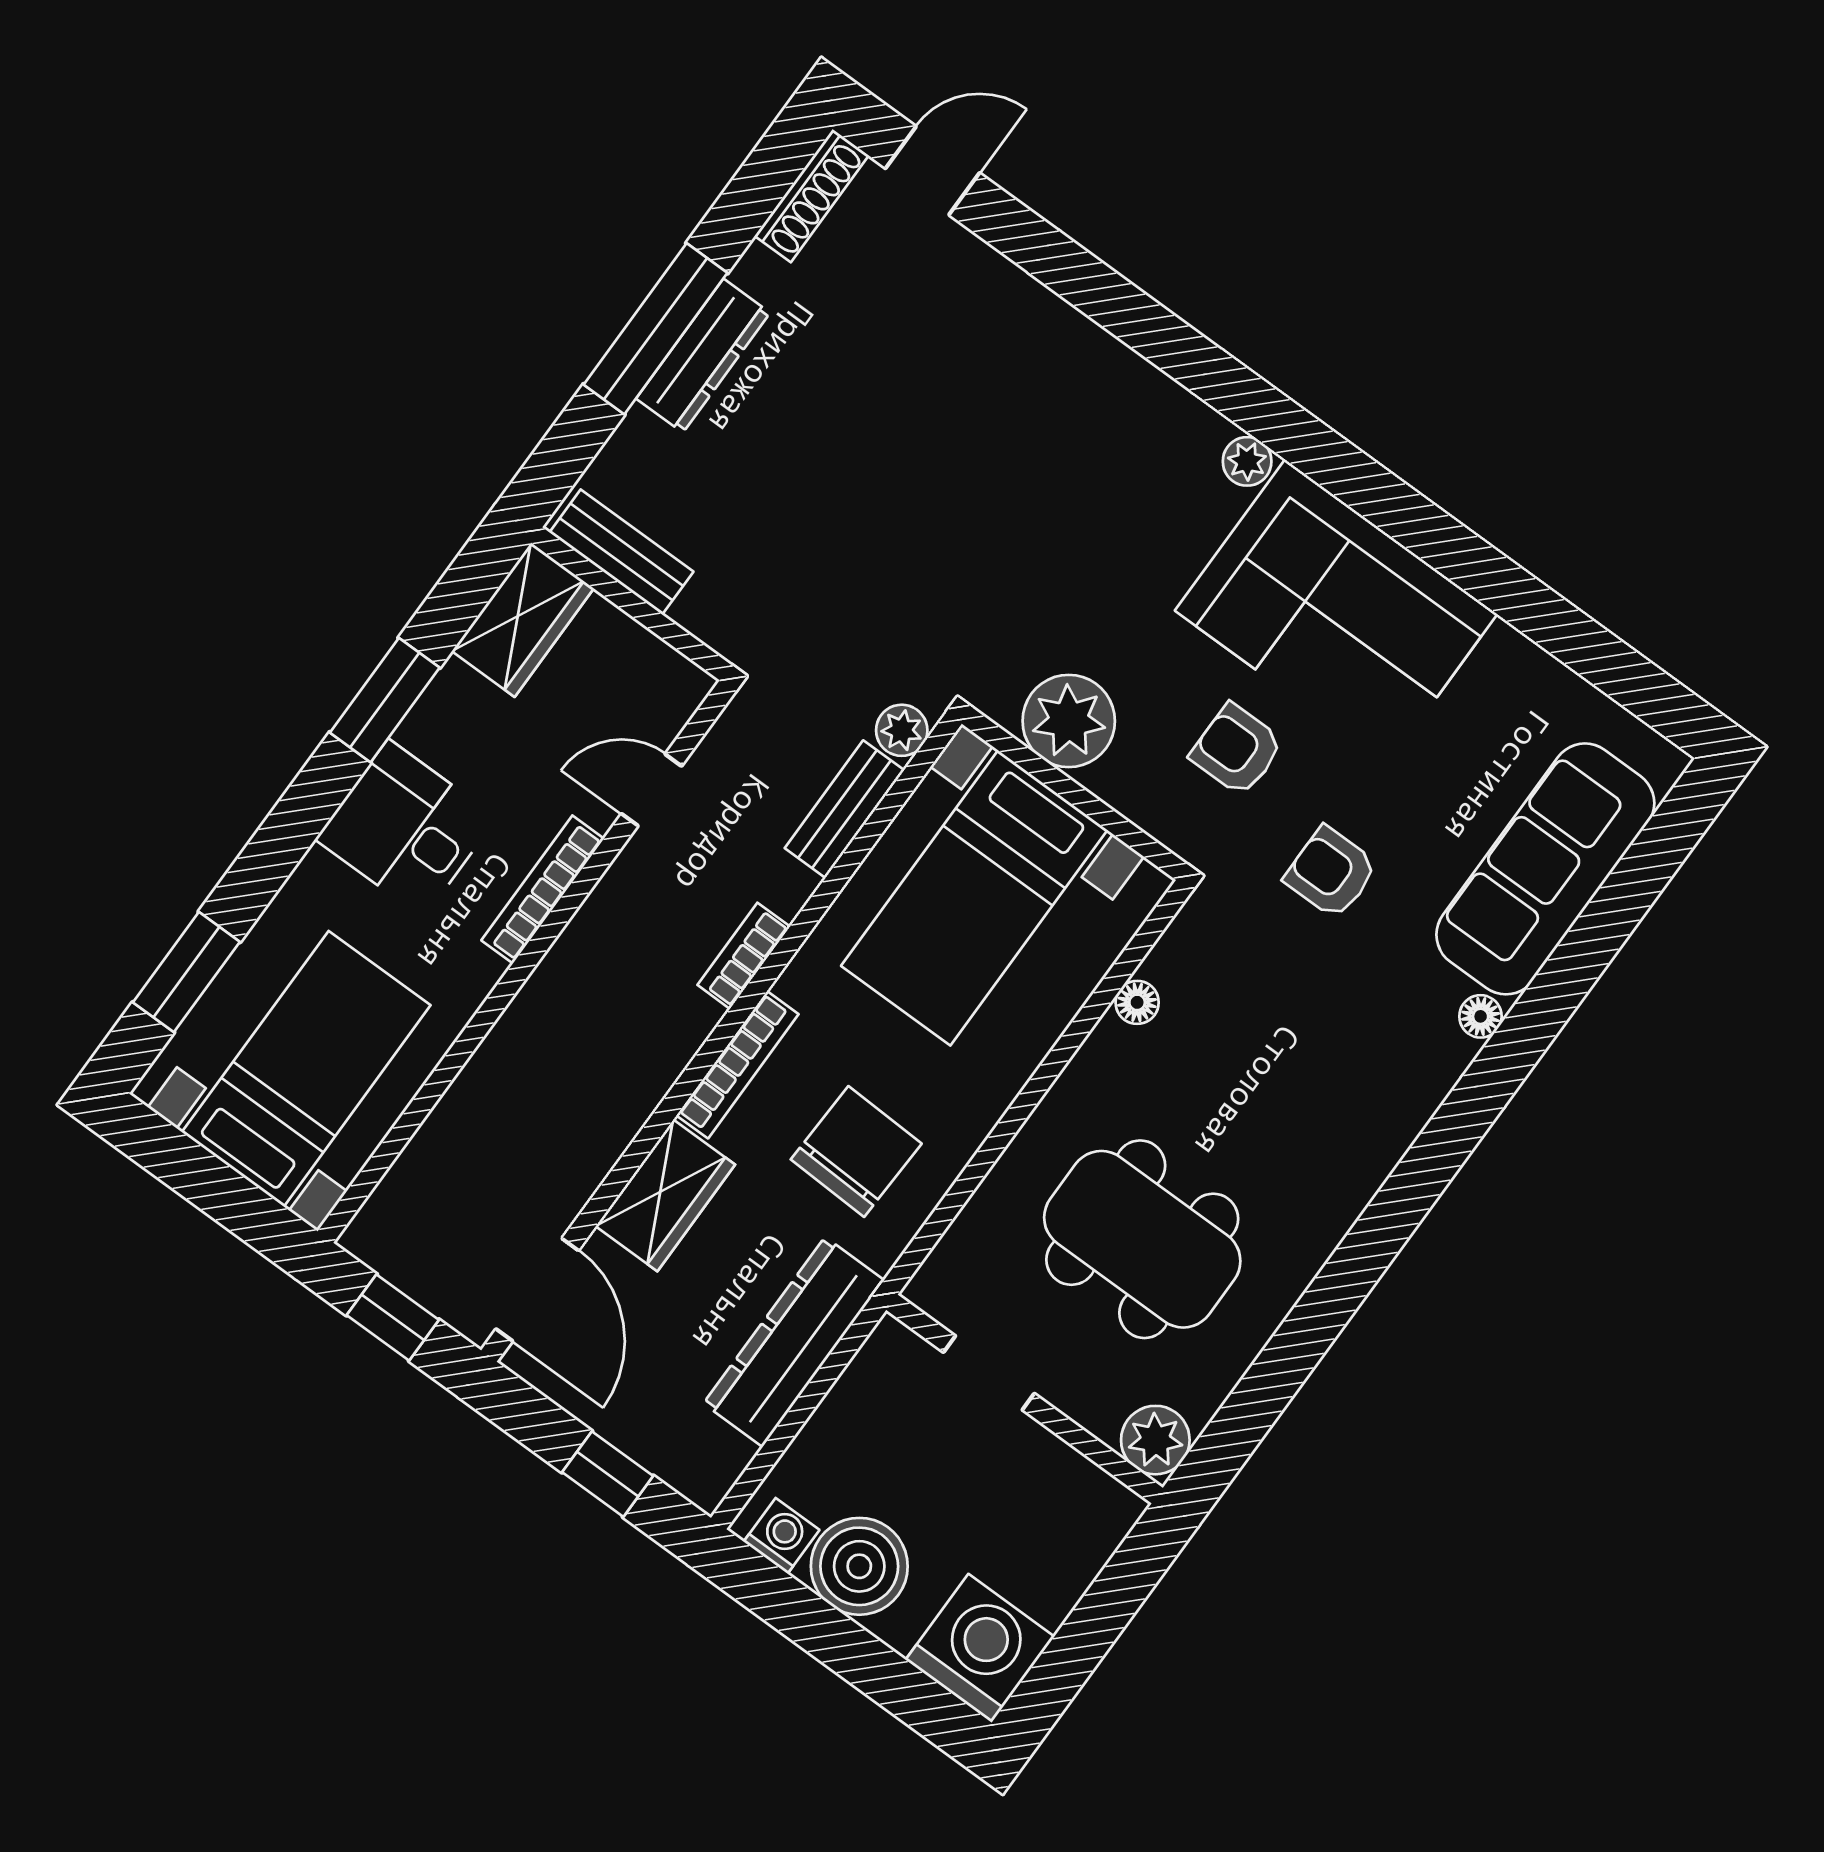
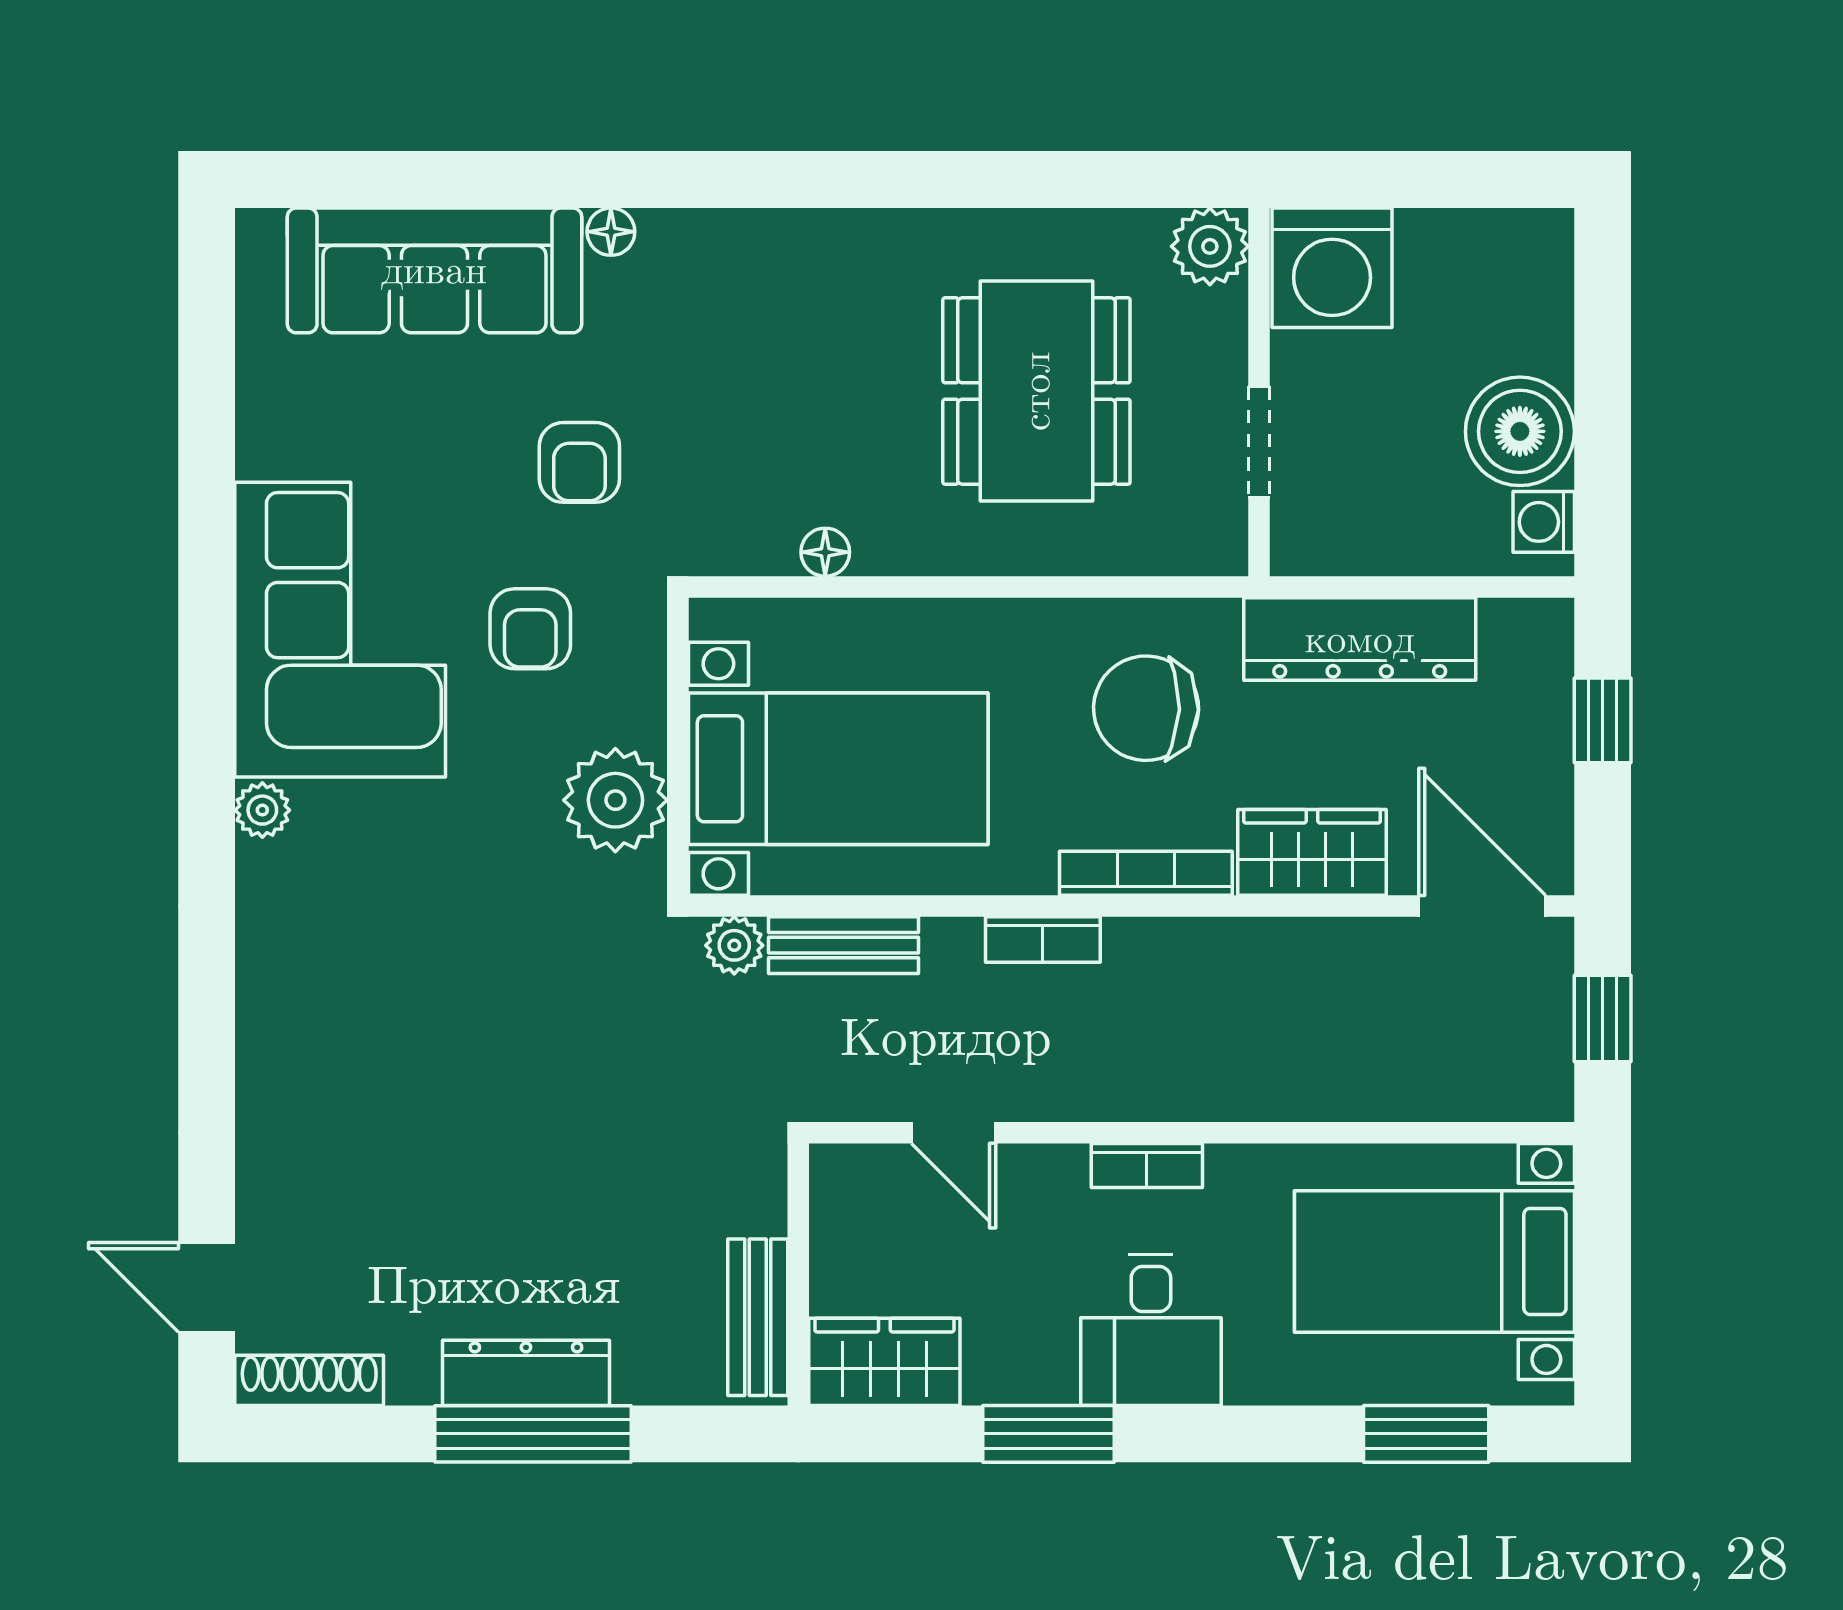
bookcase: (543, 889) -> (1147, 1166), width x0.64
door: (537, 1290) -> (1482, 906), hinge flipped
washing machine: (980, 1648) -> (1332, 268), moved, turned -90

